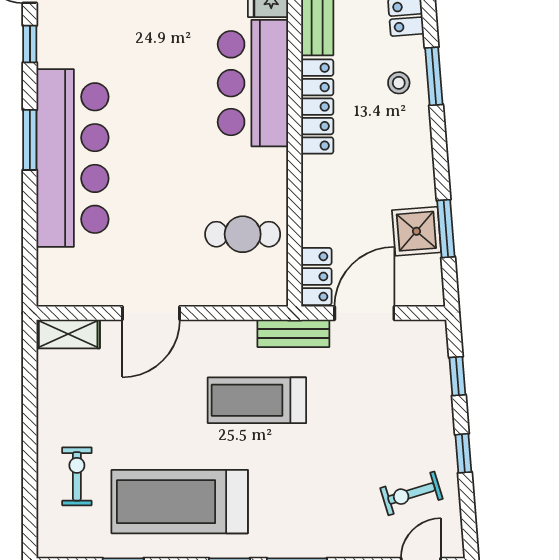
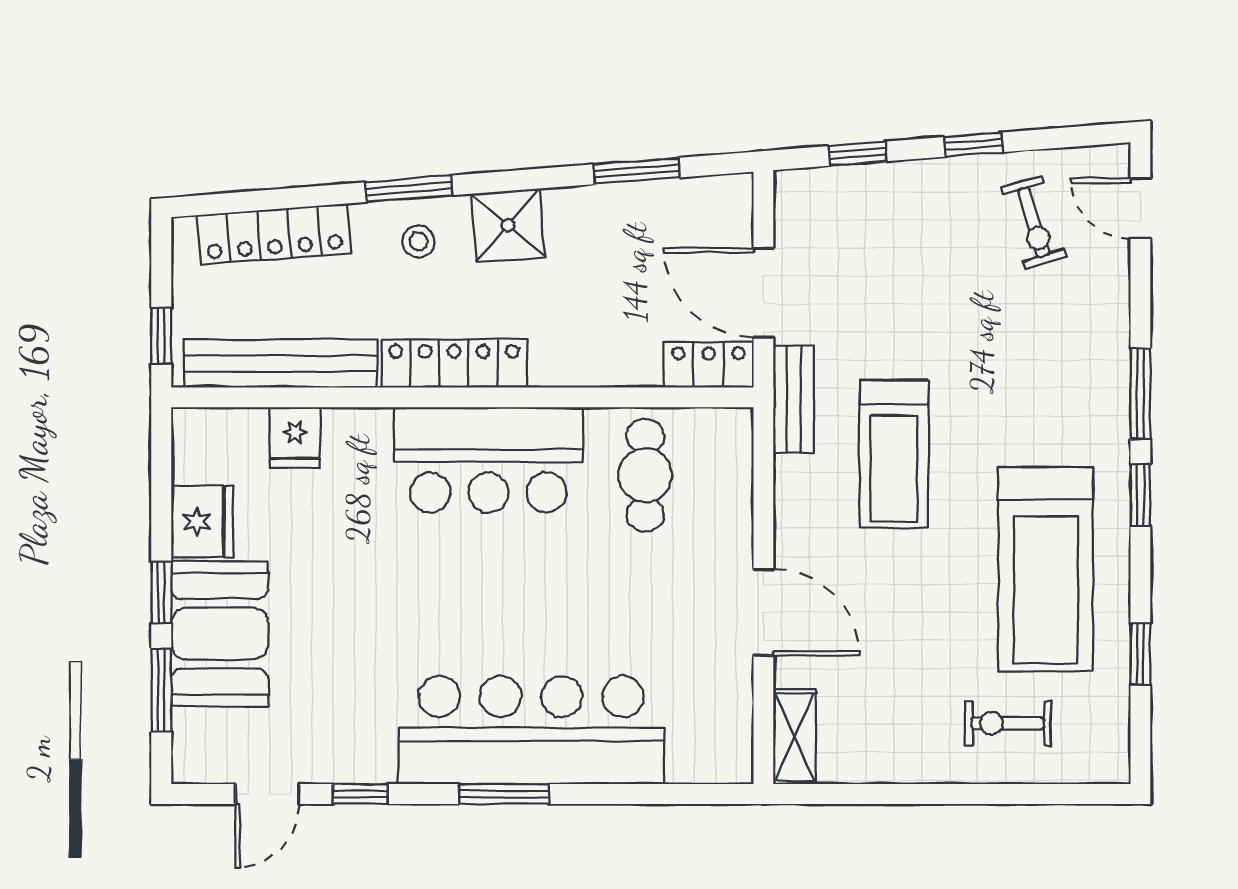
bar counter: (253, 83) -> (488, 460), moved
shower: (416, 231) -> (508, 225), moved

